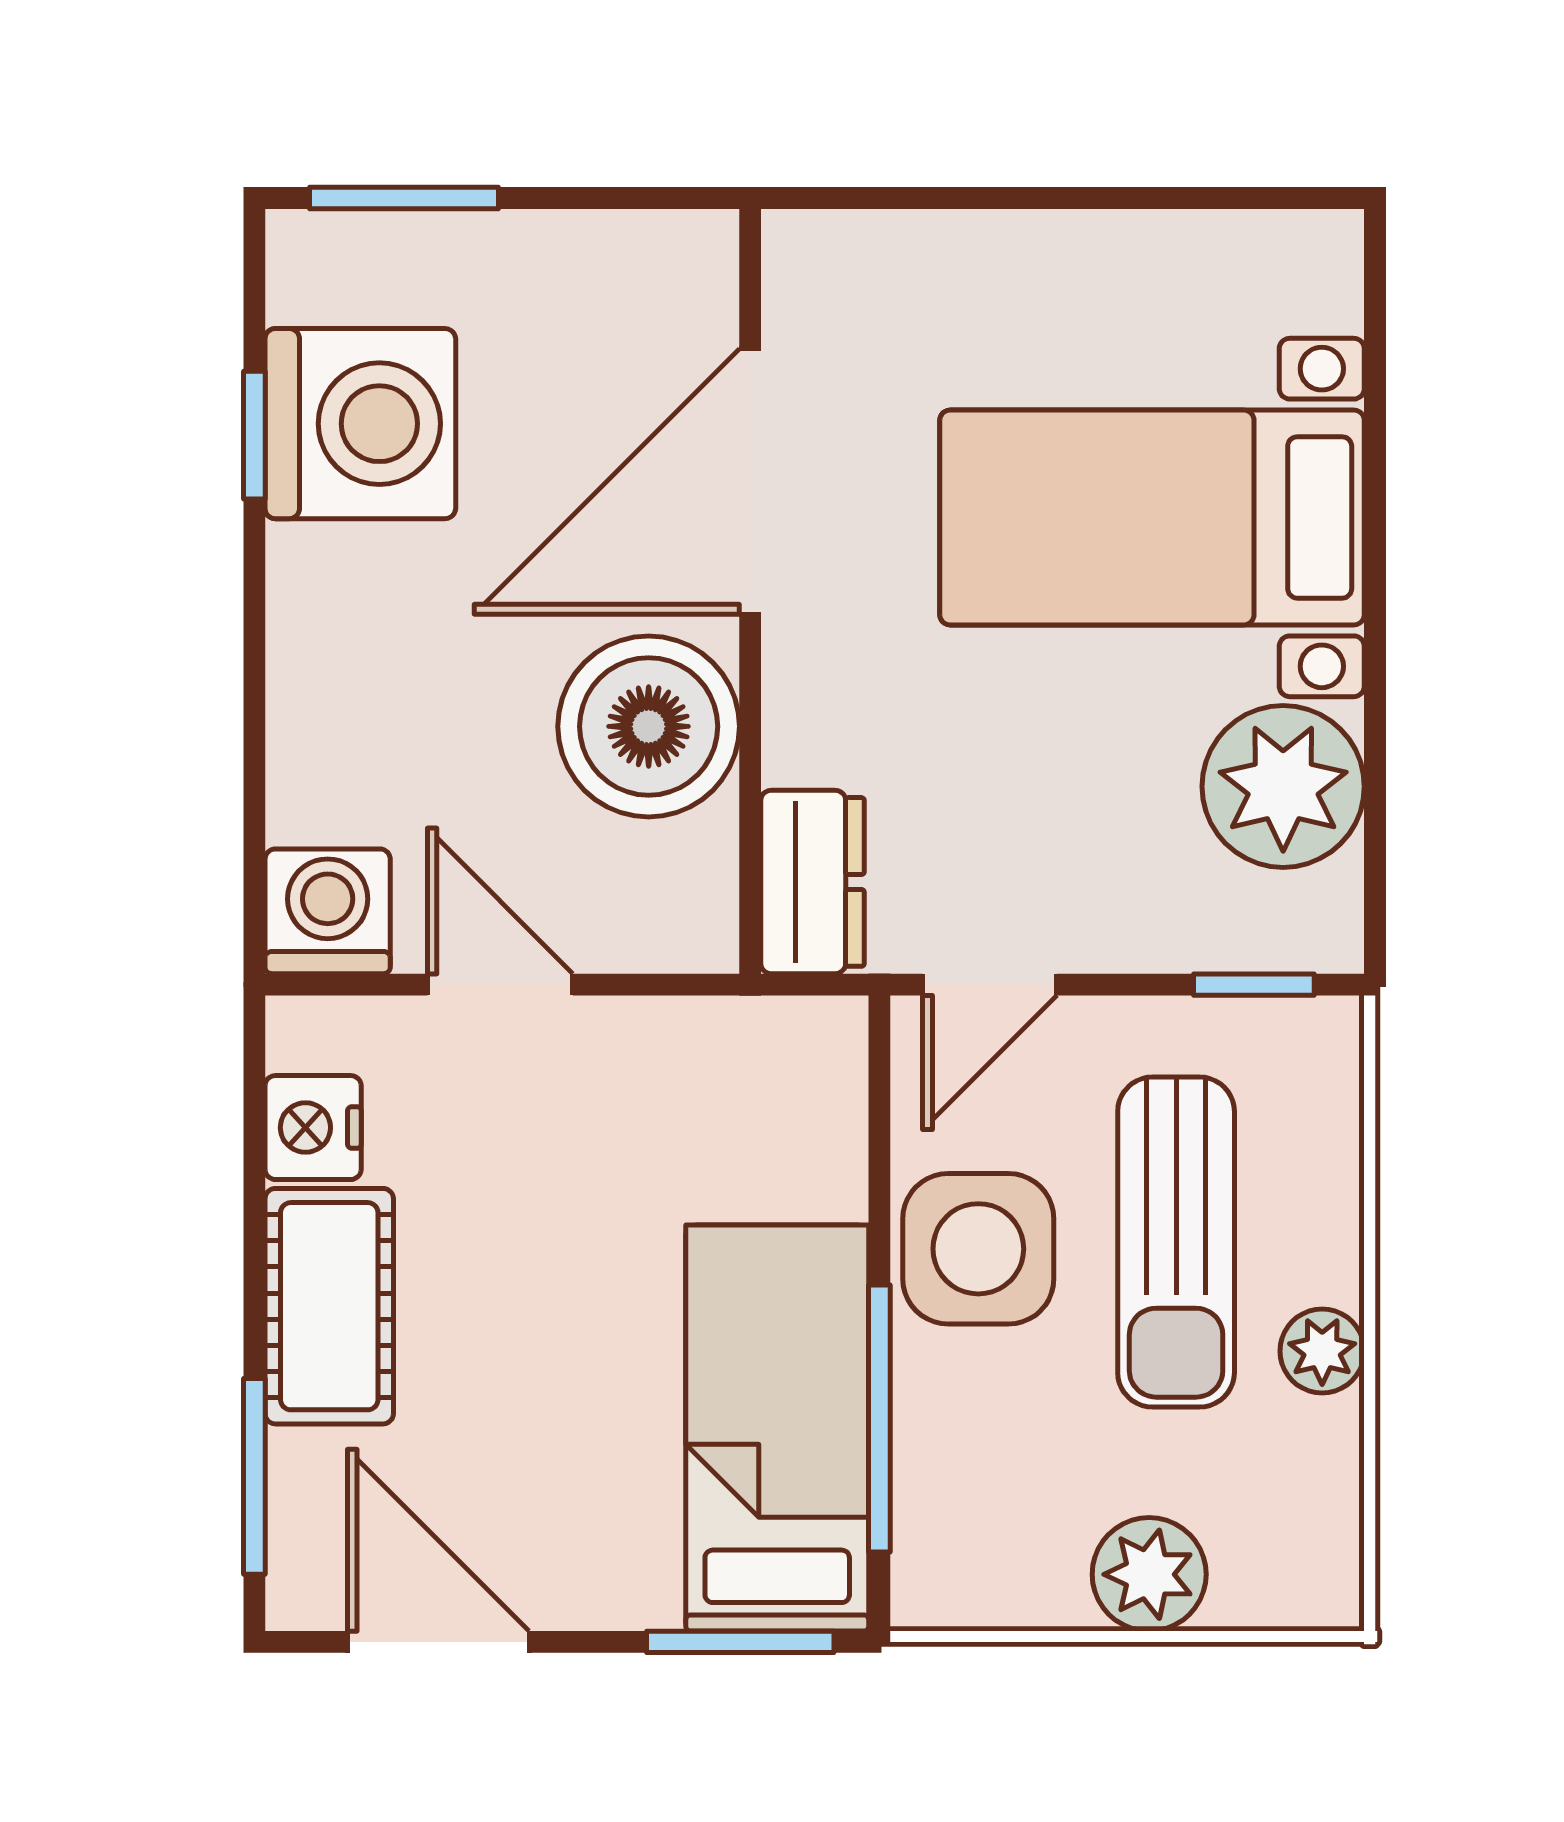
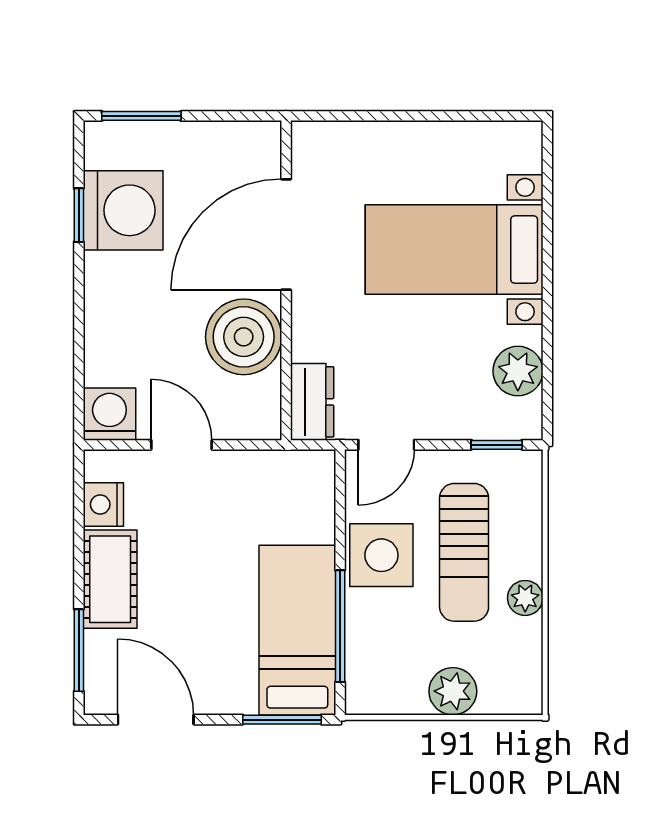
plant: (1283, 786) -> (518, 371), width x0.73, depth x0.73

